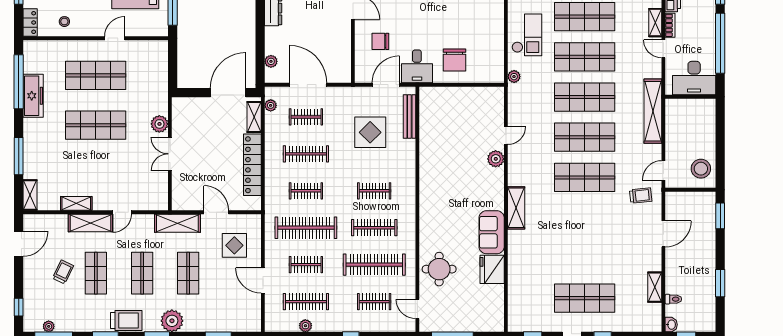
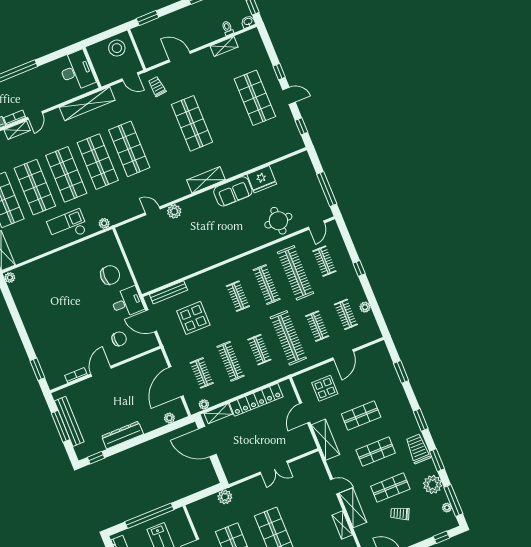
chair: (380, 41) -> (119, 339), turned -90
desk: (694, 78) -> (76, 71), moved
wall: (690, 97) -> (92, 68), moved
plant: (159, 124) -> (225, 497), moved
shop shelf: (585, 177) -> (192, 123), moved
clothes rail: (306, 302) -> (346, 314), width x0.73
plant: (172, 321) -> (433, 485), moved

